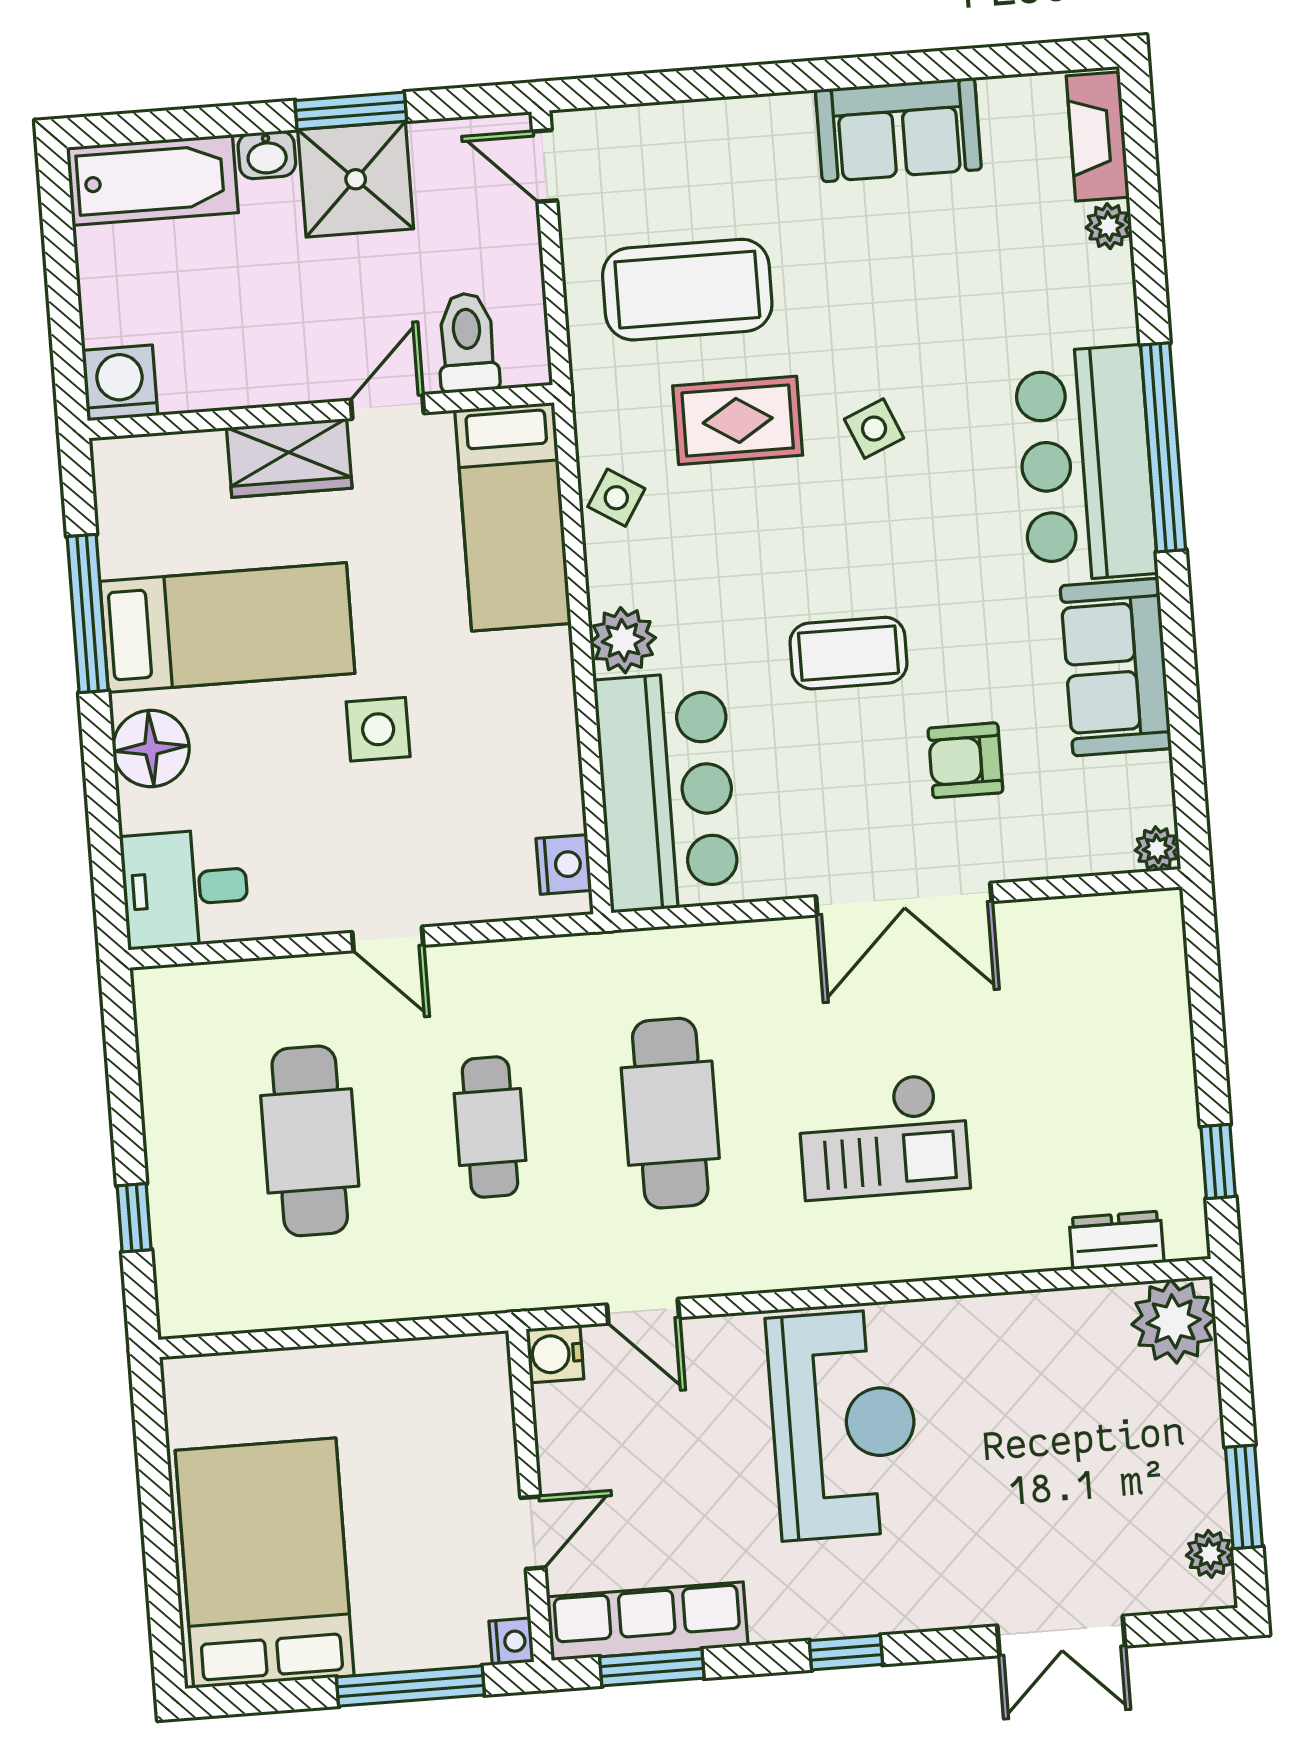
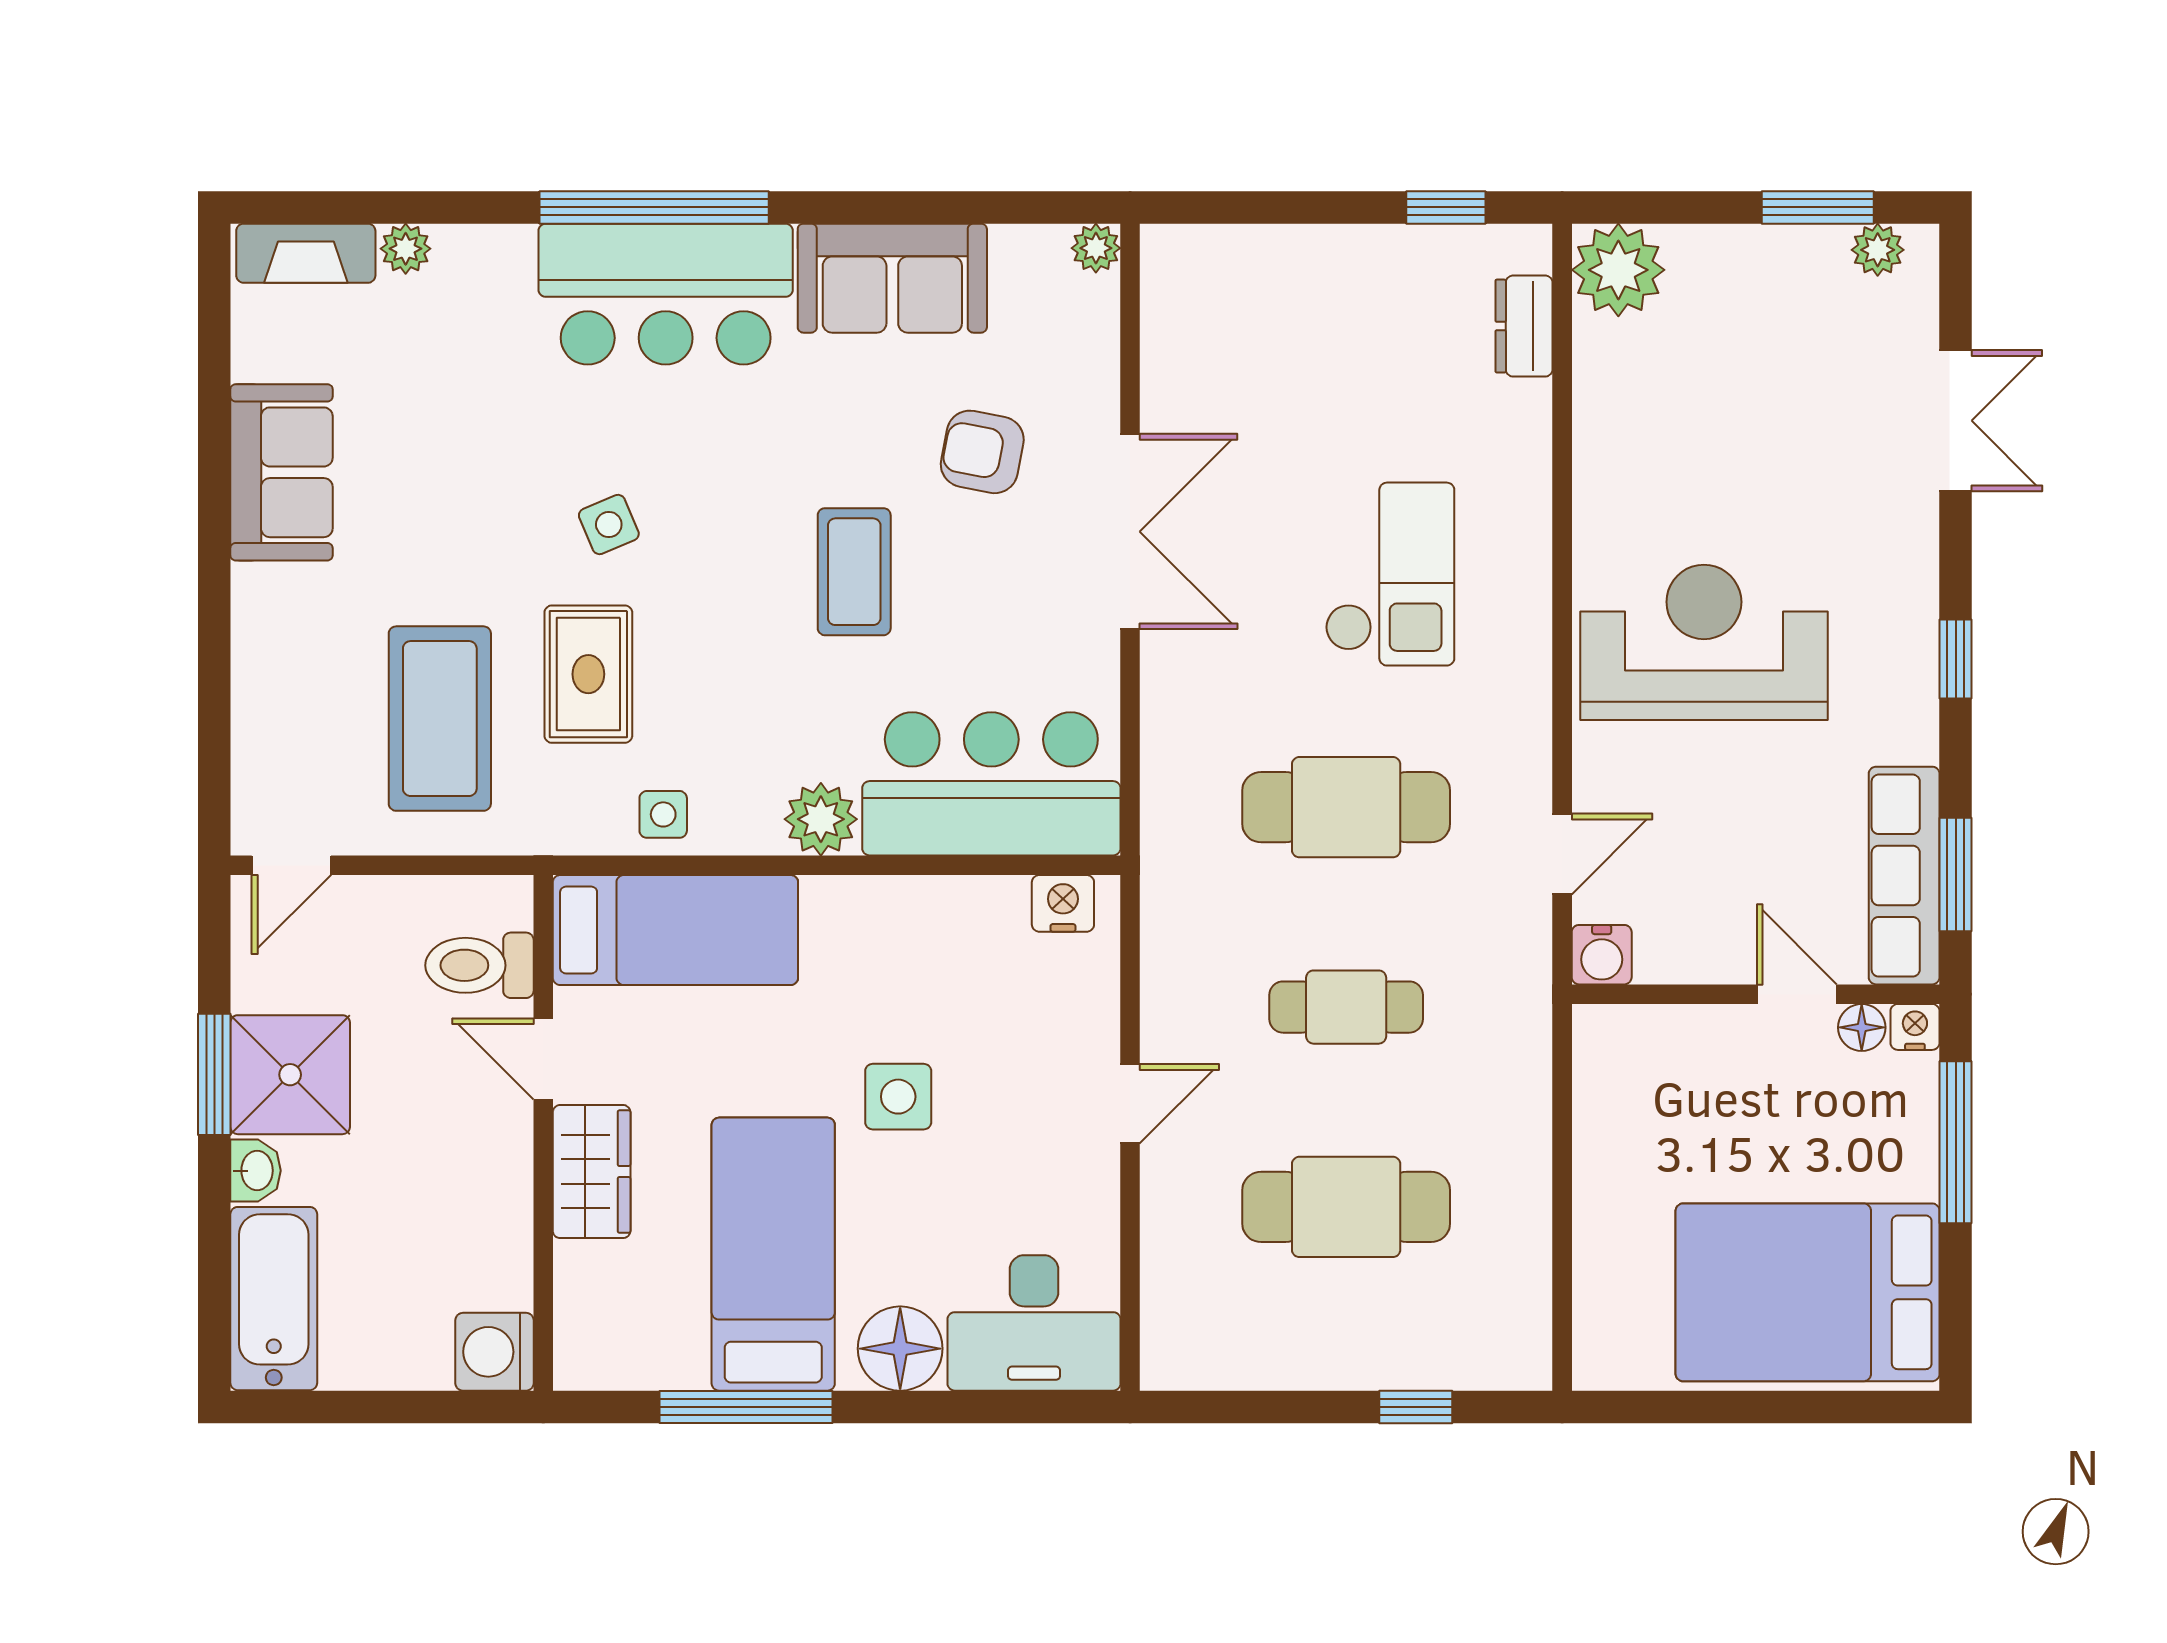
side table: (616, 498) -> (663, 814), turned -32
armchair: (965, 760) -> (982, 452), turned 101
desk: (185, 889) -> (1034, 1323), width x1.37
floor lamp: (507, 1594) -> (1862, 1027), added

